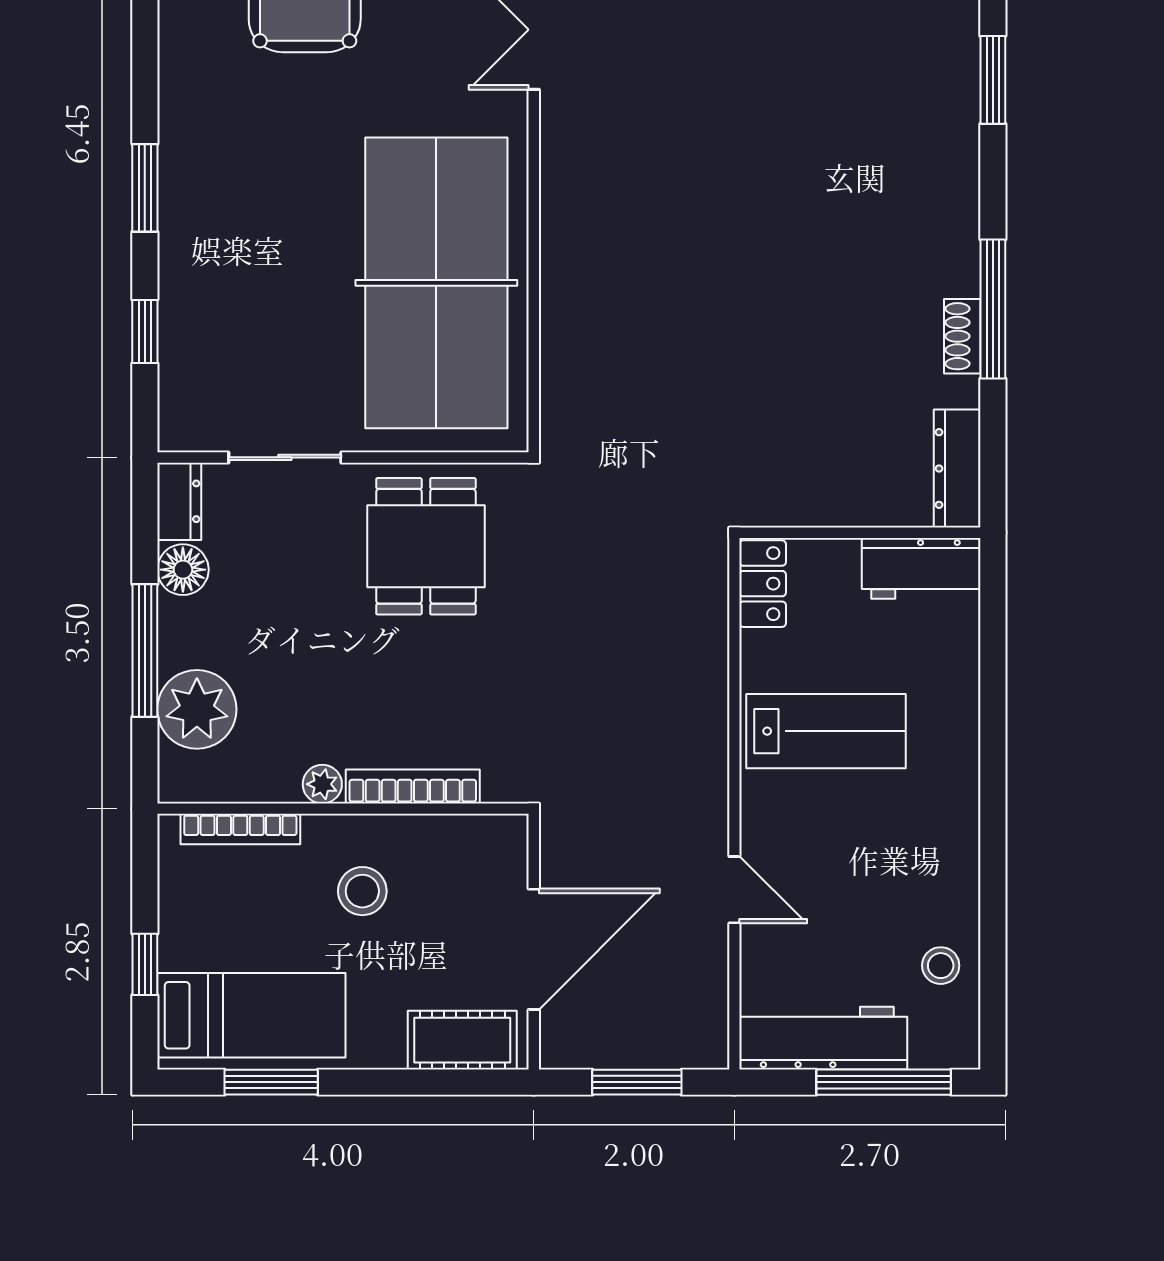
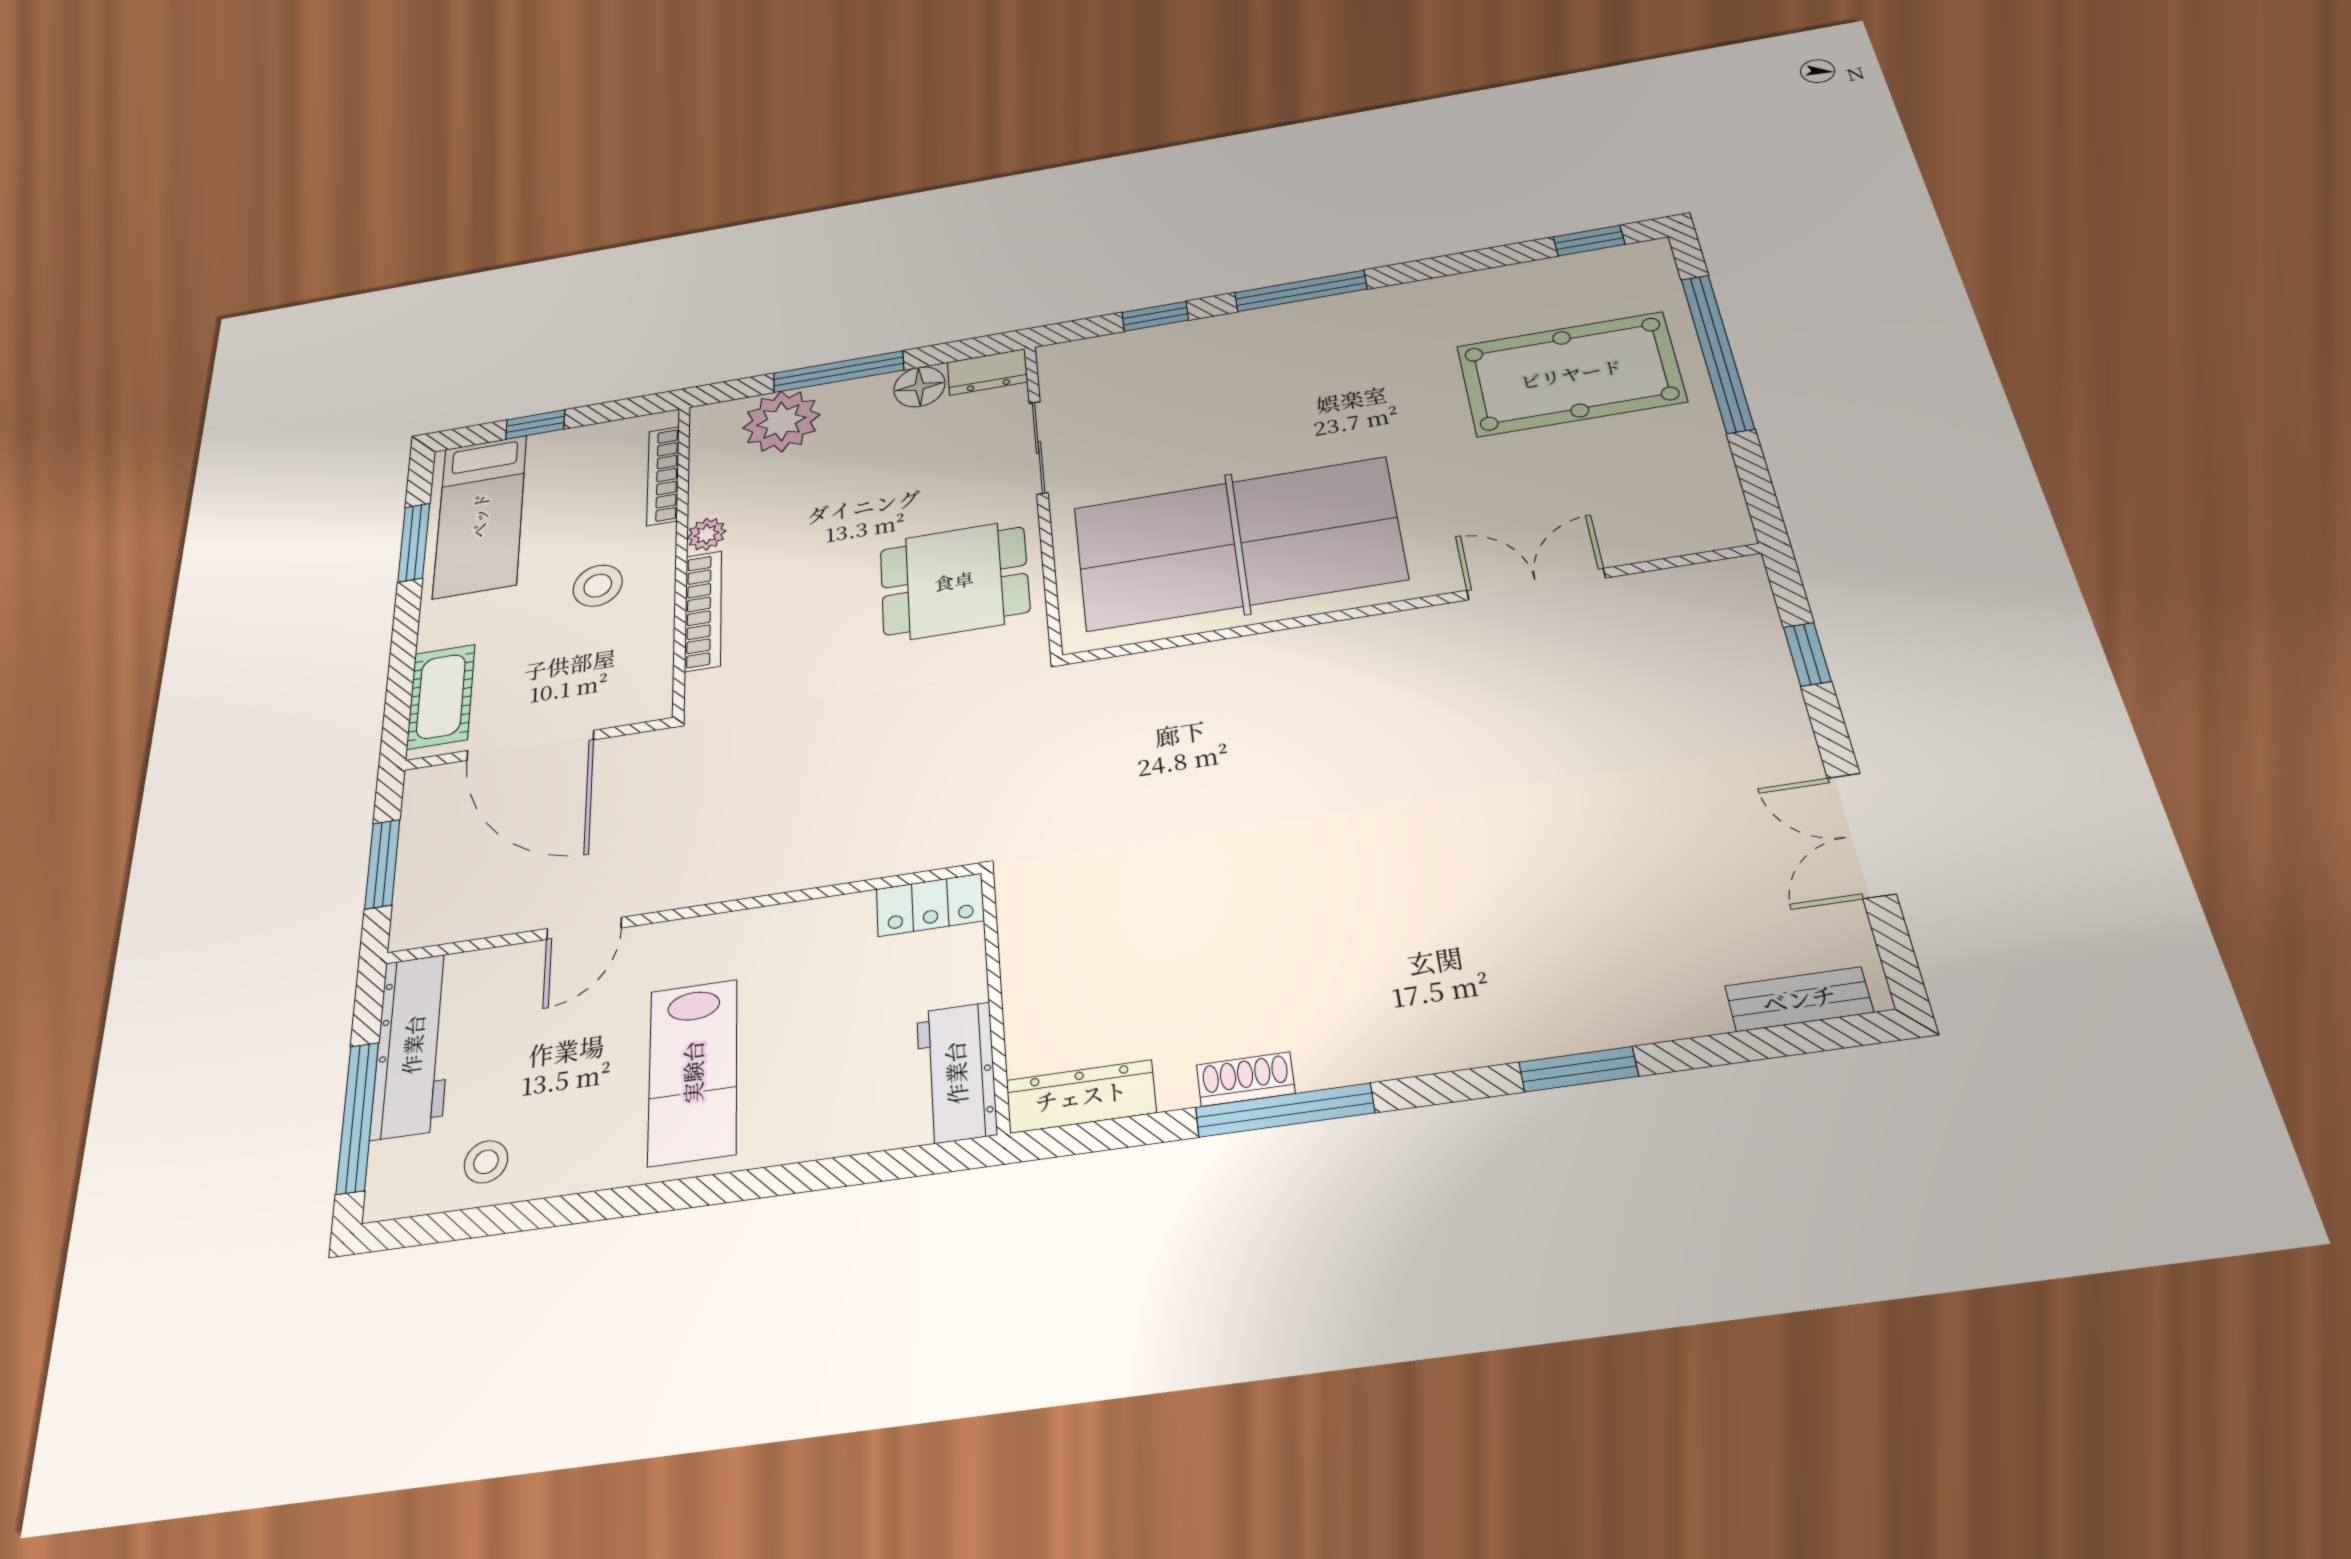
window: (145, 188) -> (1301, 291), width x1.44
lab bench: (826, 731) -> (693, 1072), moved

